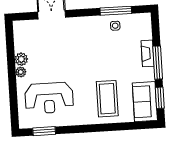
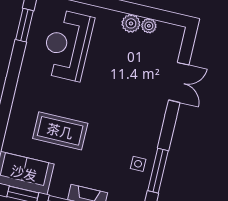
plant: (21, 72) -> (149, 26), moved
coffee table: (107, 99) -> (60, 131), moved

